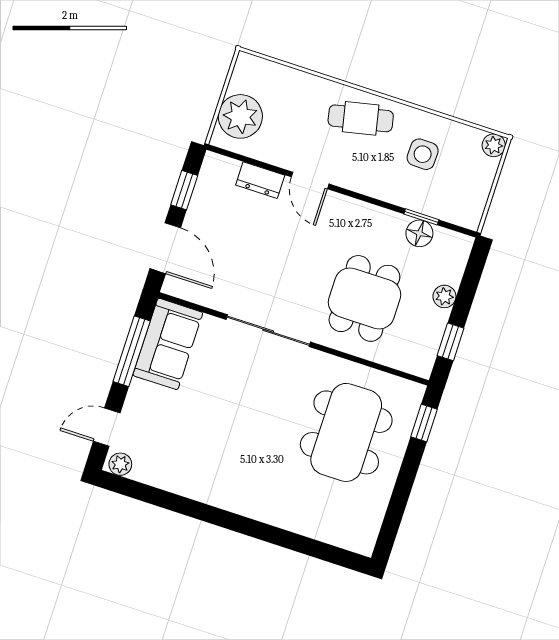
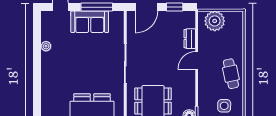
sofa: (168, 344) -> (90, 22), moved
plant: (120, 464) -> (46, 46), moved

